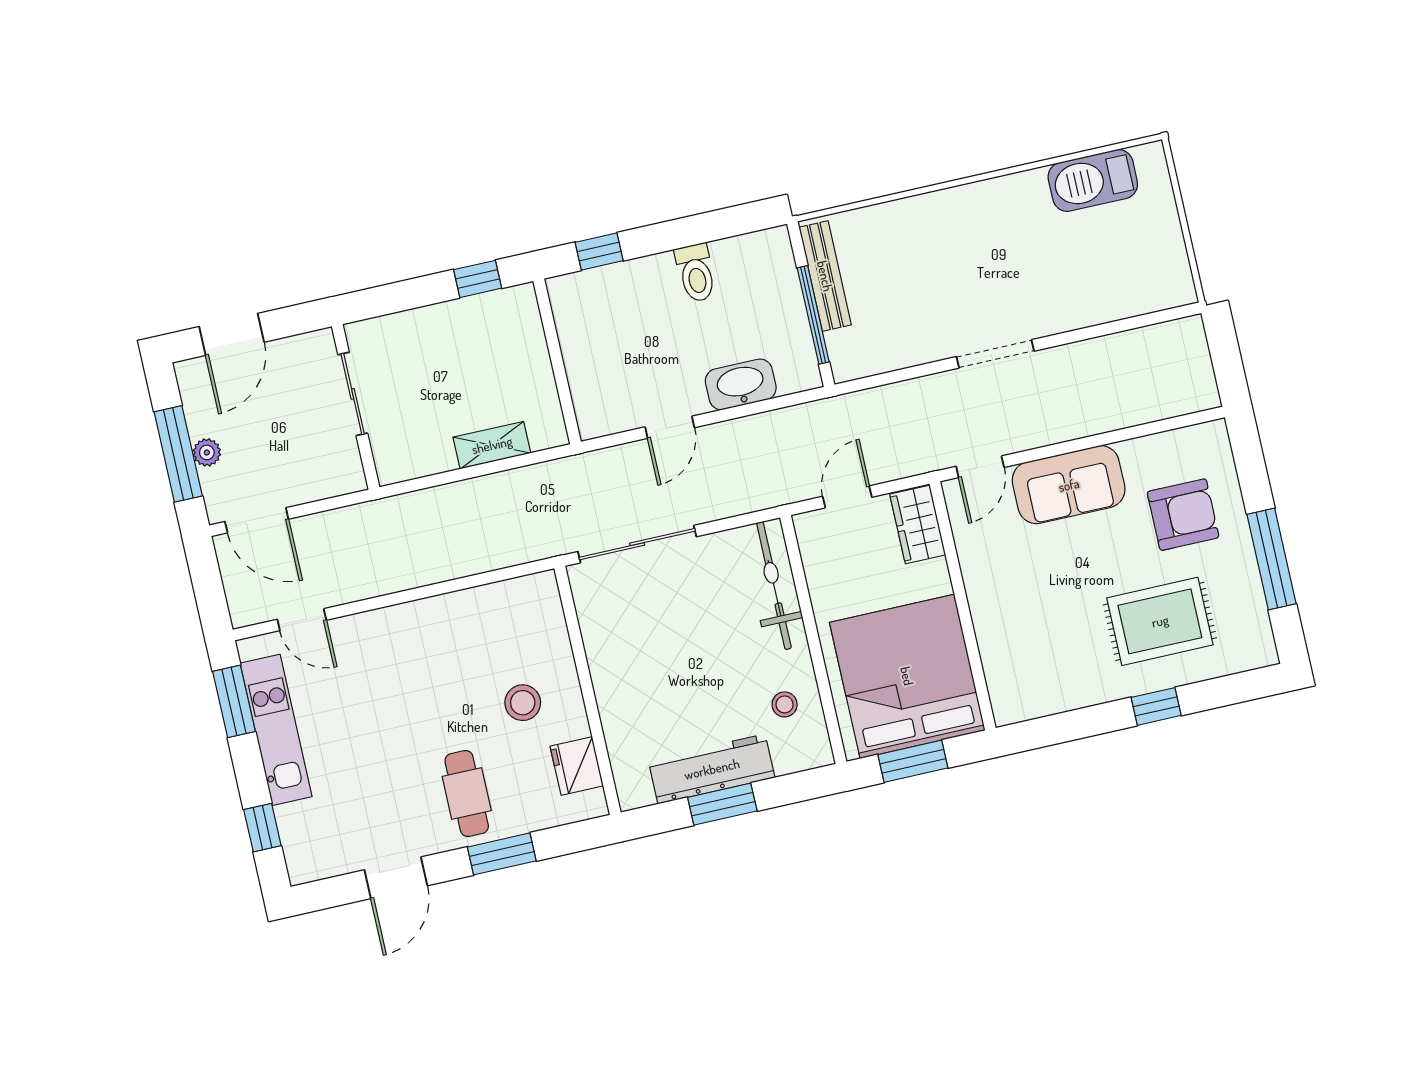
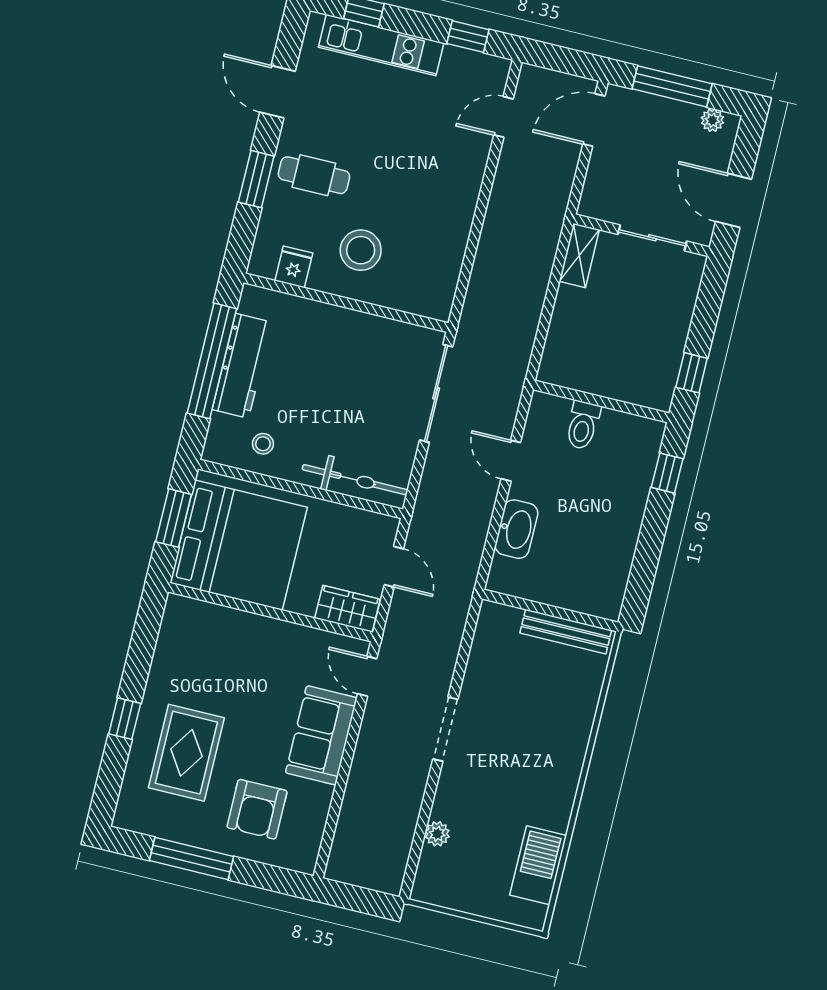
toilet: (696, 273) -> (583, 425), moved, turned -90
plant: (1113, 306) -> (437, 834), added
window: (813, 315) -> (541, 608), removed
door: (232, 334) -> (734, 200), moved
shelving: (492, 445) -> (579, 255), moved
plant: (207, 452) -> (712, 120), moved
window: (234, 701) -> (468, 37), width x0.67
stool: (523, 703) -> (361, 250), width x1.38, depth x1.38
kitchen unit: (276, 730) -> (381, 45), moved
fridge: (577, 766) -> (294, 267), width x0.72
window: (722, 804) -> (212, 361), width x2.11

